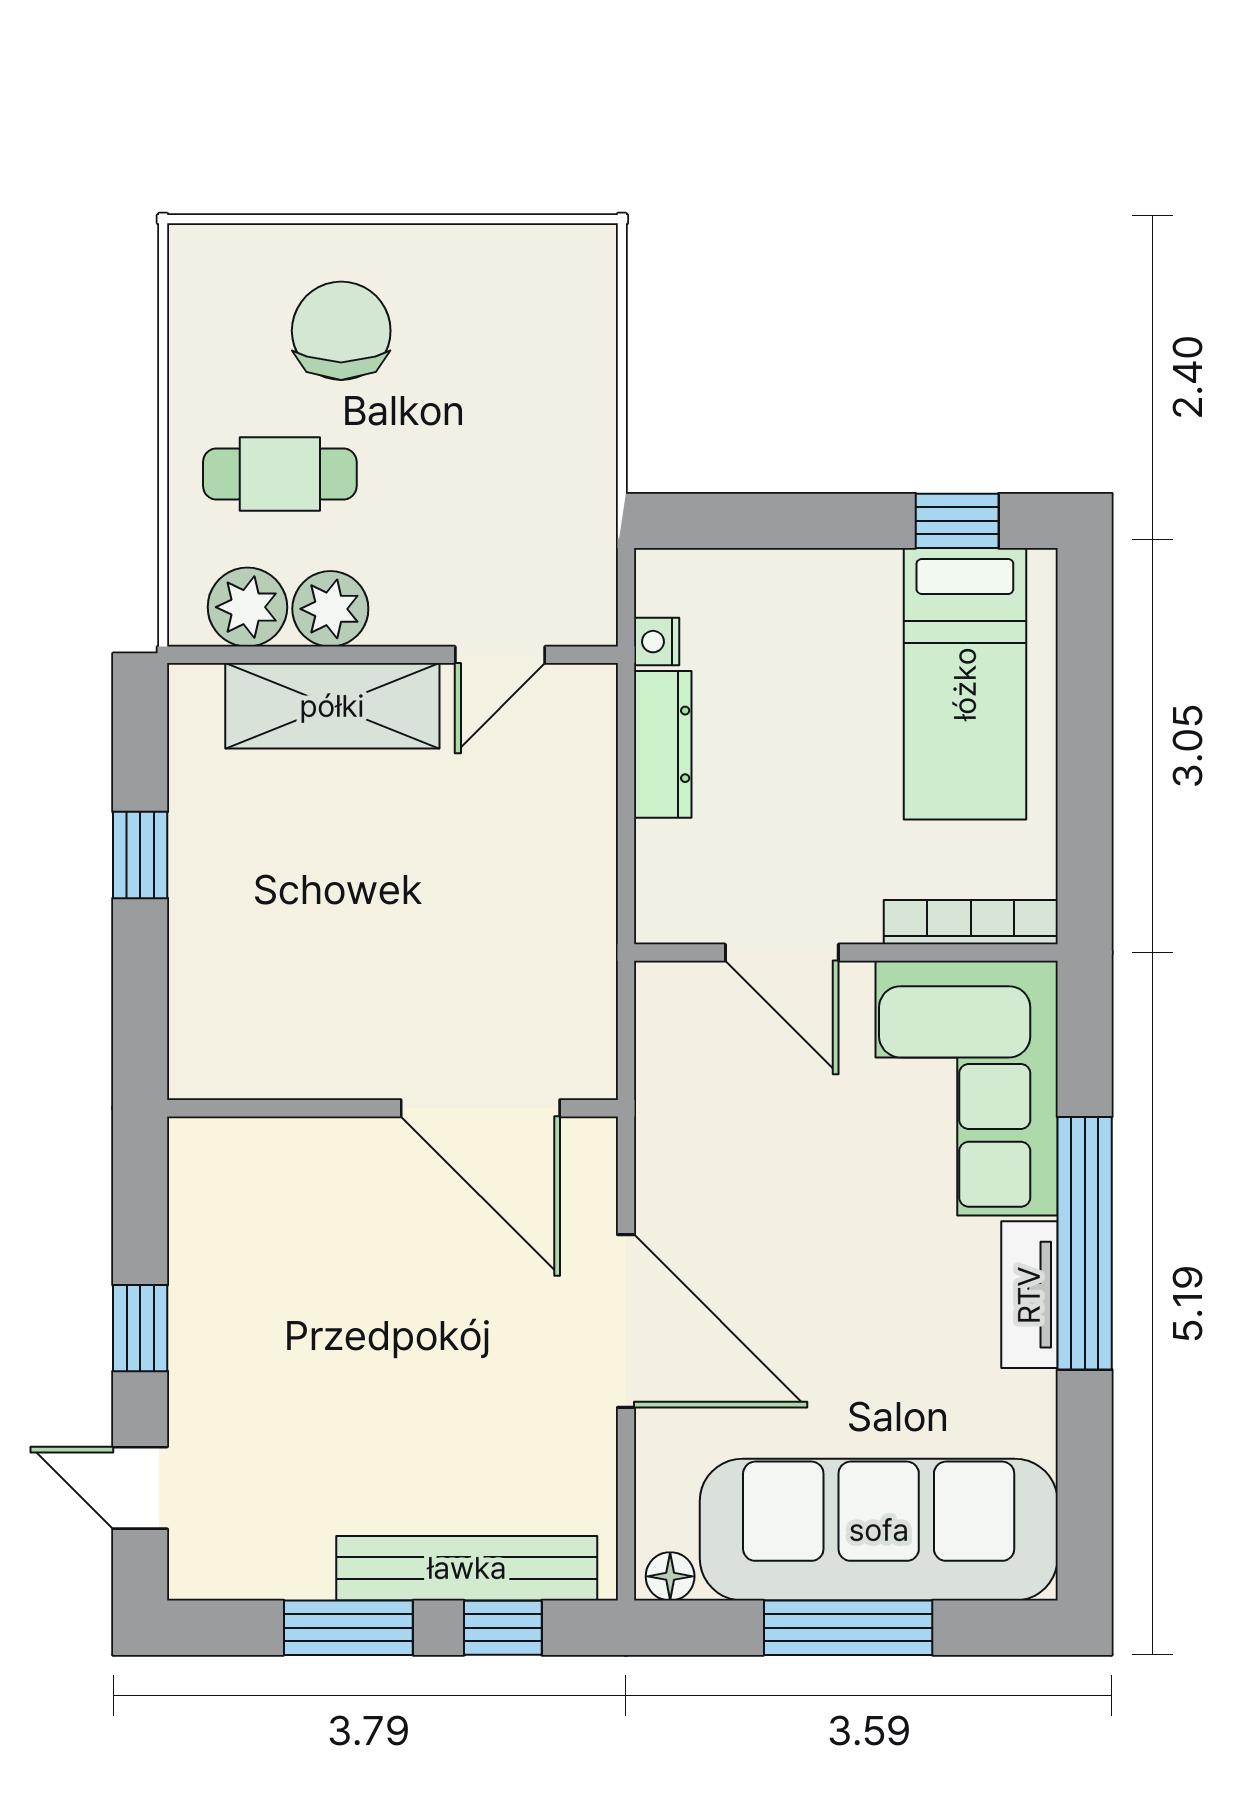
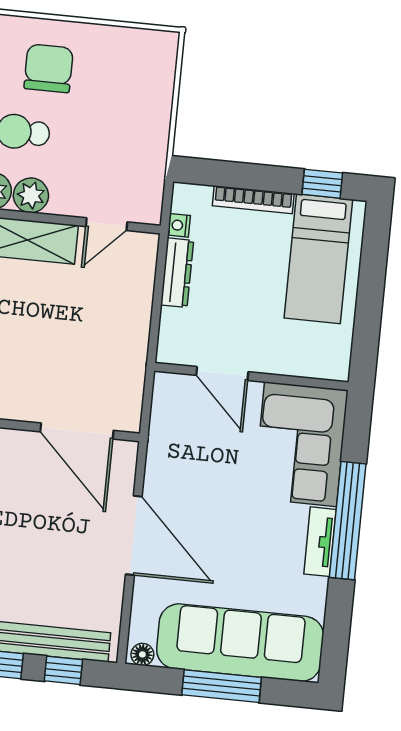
bookcase: (971, 922) -> (253, 200), moved, turned 180

